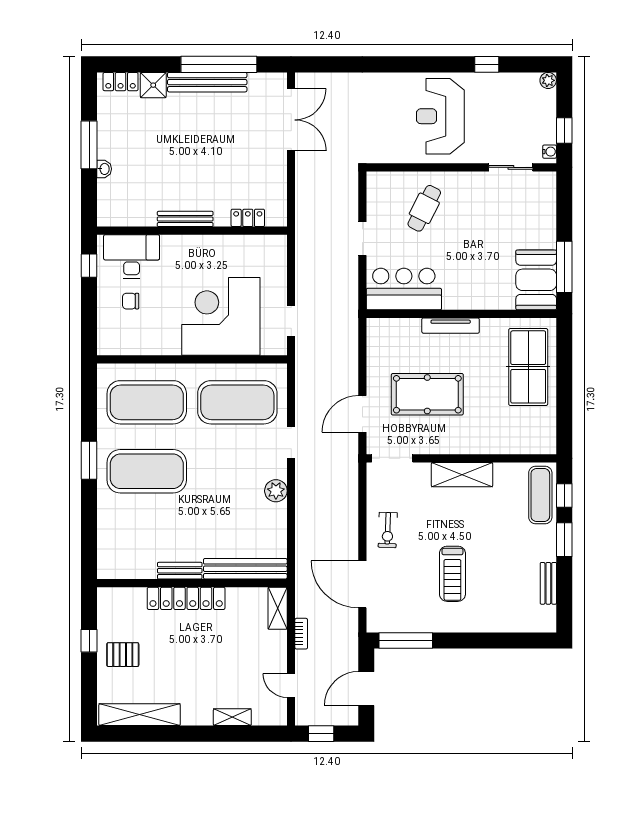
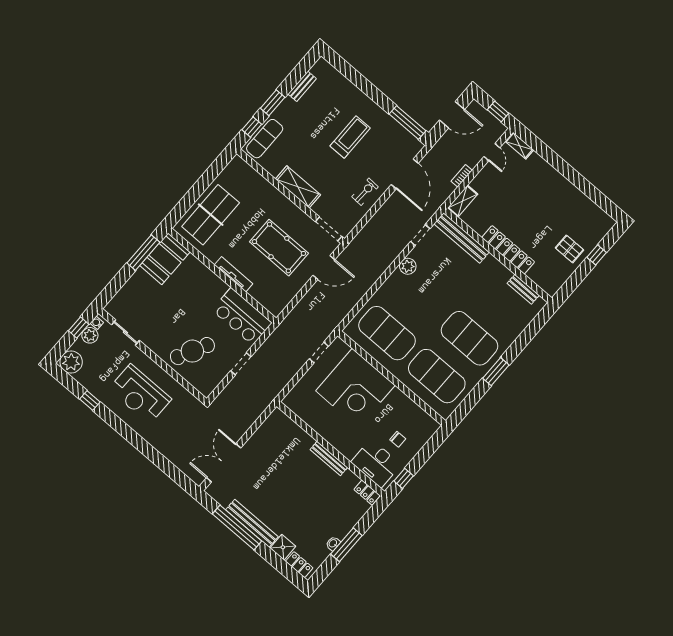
plant: (548, 80) -> (71, 362), width x1.88, depth x1.88
reception desk: (440, 116) -> (140, 394), turned 90
plant: (545, 132) -> (90, 335), added
washbasin: (104, 169) -> (333, 543), moved
cafe table: (424, 208) -> (192, 351), width x1.37, depth x1.35
locker: (248, 218) -> (367, 493), moved
doorway: (291, 443) -> (420, 235), moved
bench: (180, 571) -> (523, 289), moved
window: (89, 641) -> (597, 255), moved
shelving: (140, 715) -> (589, 208), removed
shelving: (232, 717) -> (519, 146), moved

